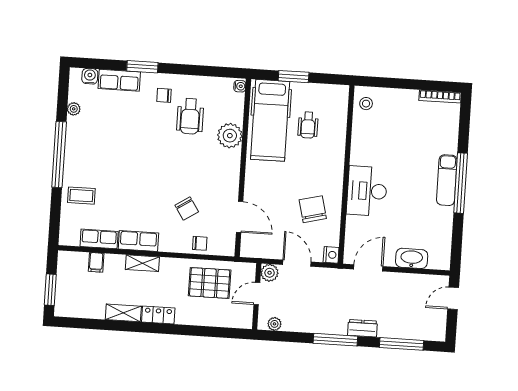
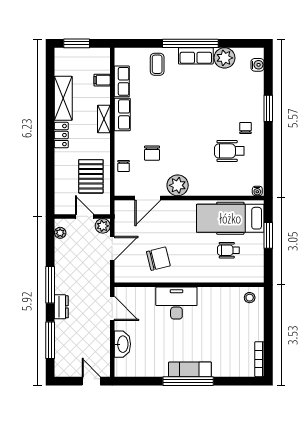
row of seats: (119, 80) -> (196, 56), moved, turned -90
plant: (74, 109) -> (224, 58), width x1.87, depth x1.87
plant: (230, 136) -> (178, 185), moved
chair: (187, 208) -> (152, 153), turned -57
nightstand: (331, 255) -> (121, 277), removed
shelving: (123, 313) -> (63, 98), width x1.50, depth x1.33

